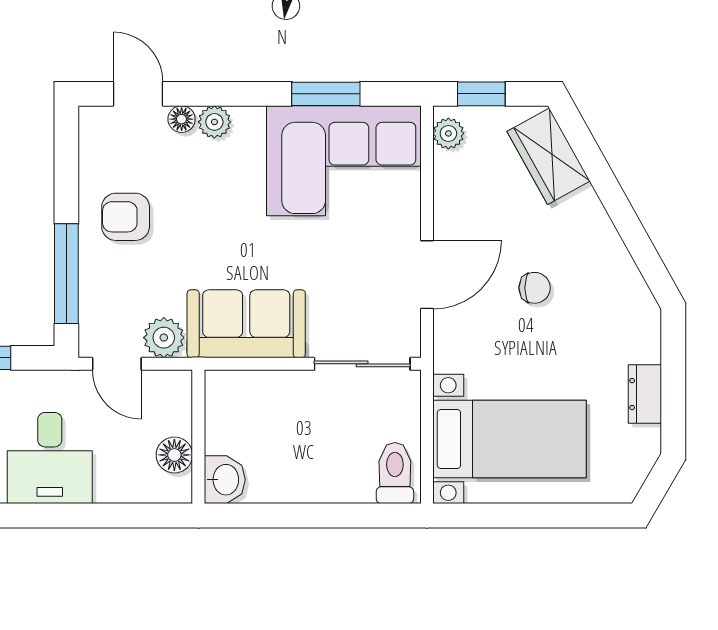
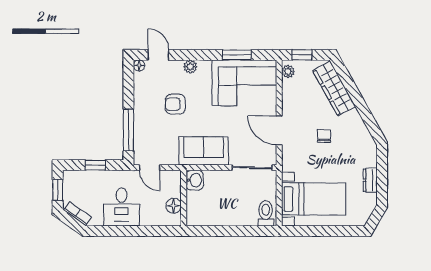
floor lamp: (182, 119) -> (139, 65), moved
wardrobe: (549, 156) -> (334, 89), width x1.50
armchair: (126, 217) -> (175, 104), moved
door: (427, 275) -> (279, 130), swing flipped
chair: (535, 288) -> (324, 136), turned -90
plant: (164, 338) -> (169, 157), removed
washbasin: (225, 480) -> (195, 180), moved

